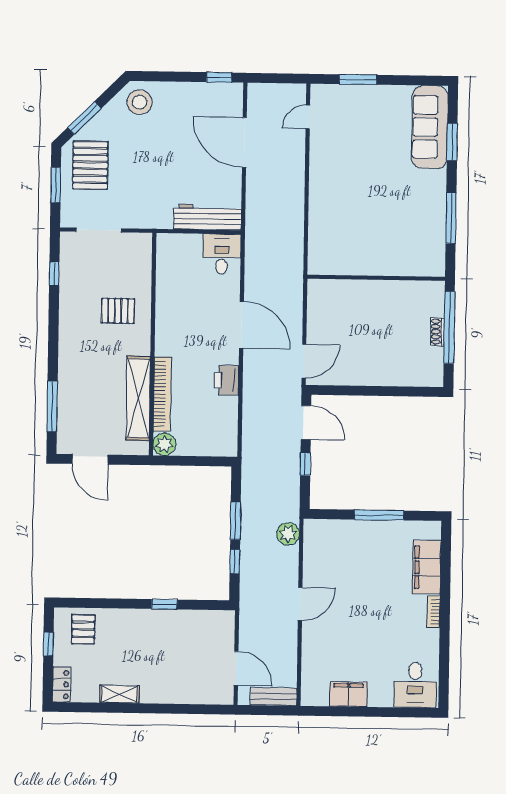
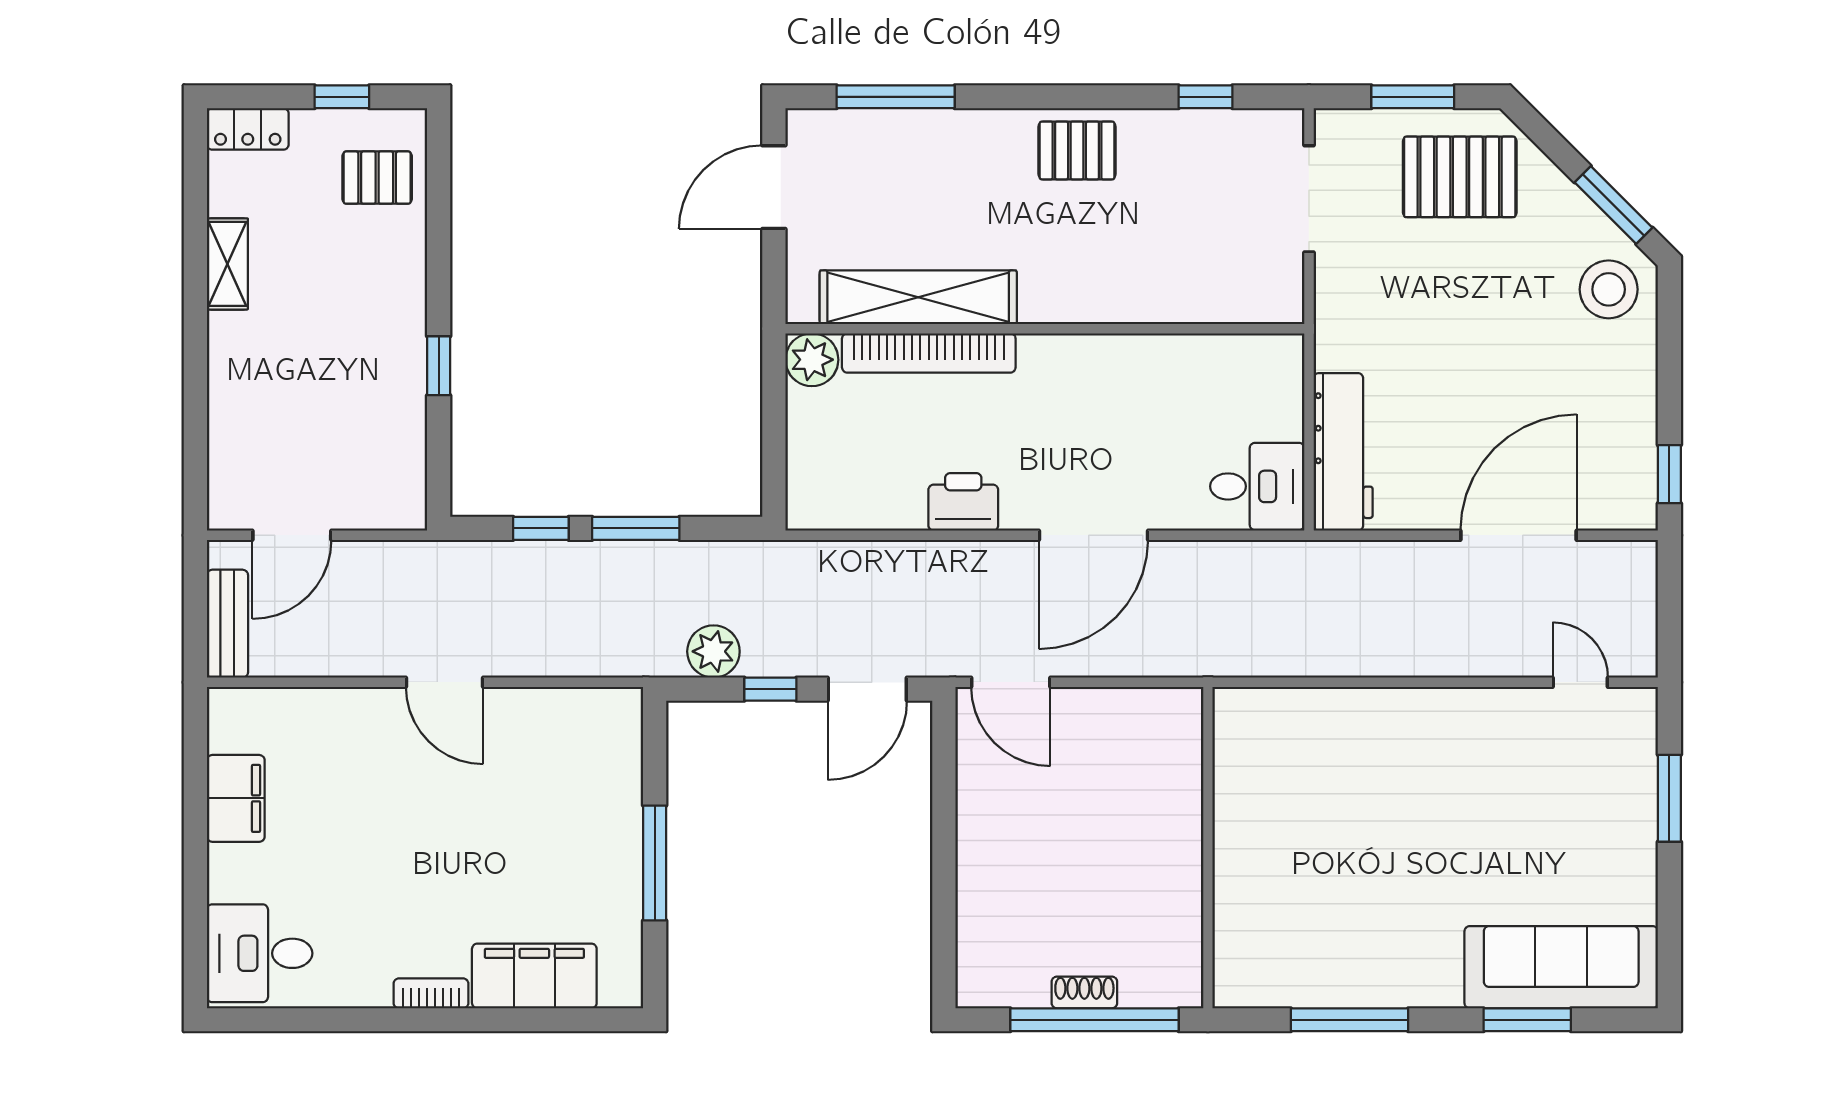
window: (84, 118) -> (1613, 205), moved
pallet: (118, 311) -> (1077, 150), moved, turned 90
plant: (288, 534) -> (713, 651), moved

